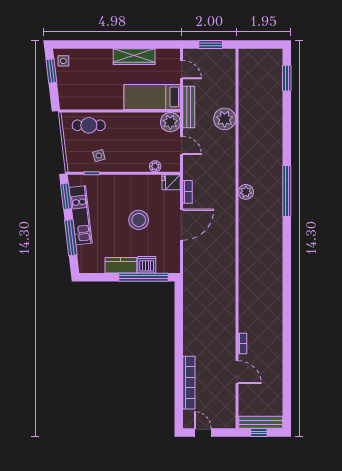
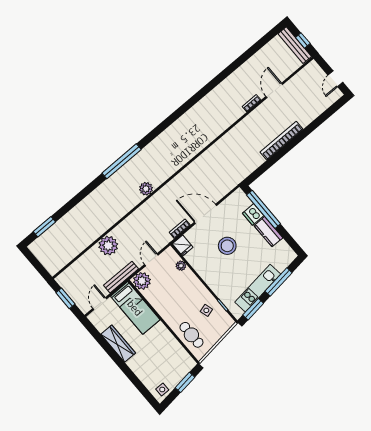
window: (51, 71) -> (185, 382), moved
bookcase: (189, 383) -> (282, 141), moved

